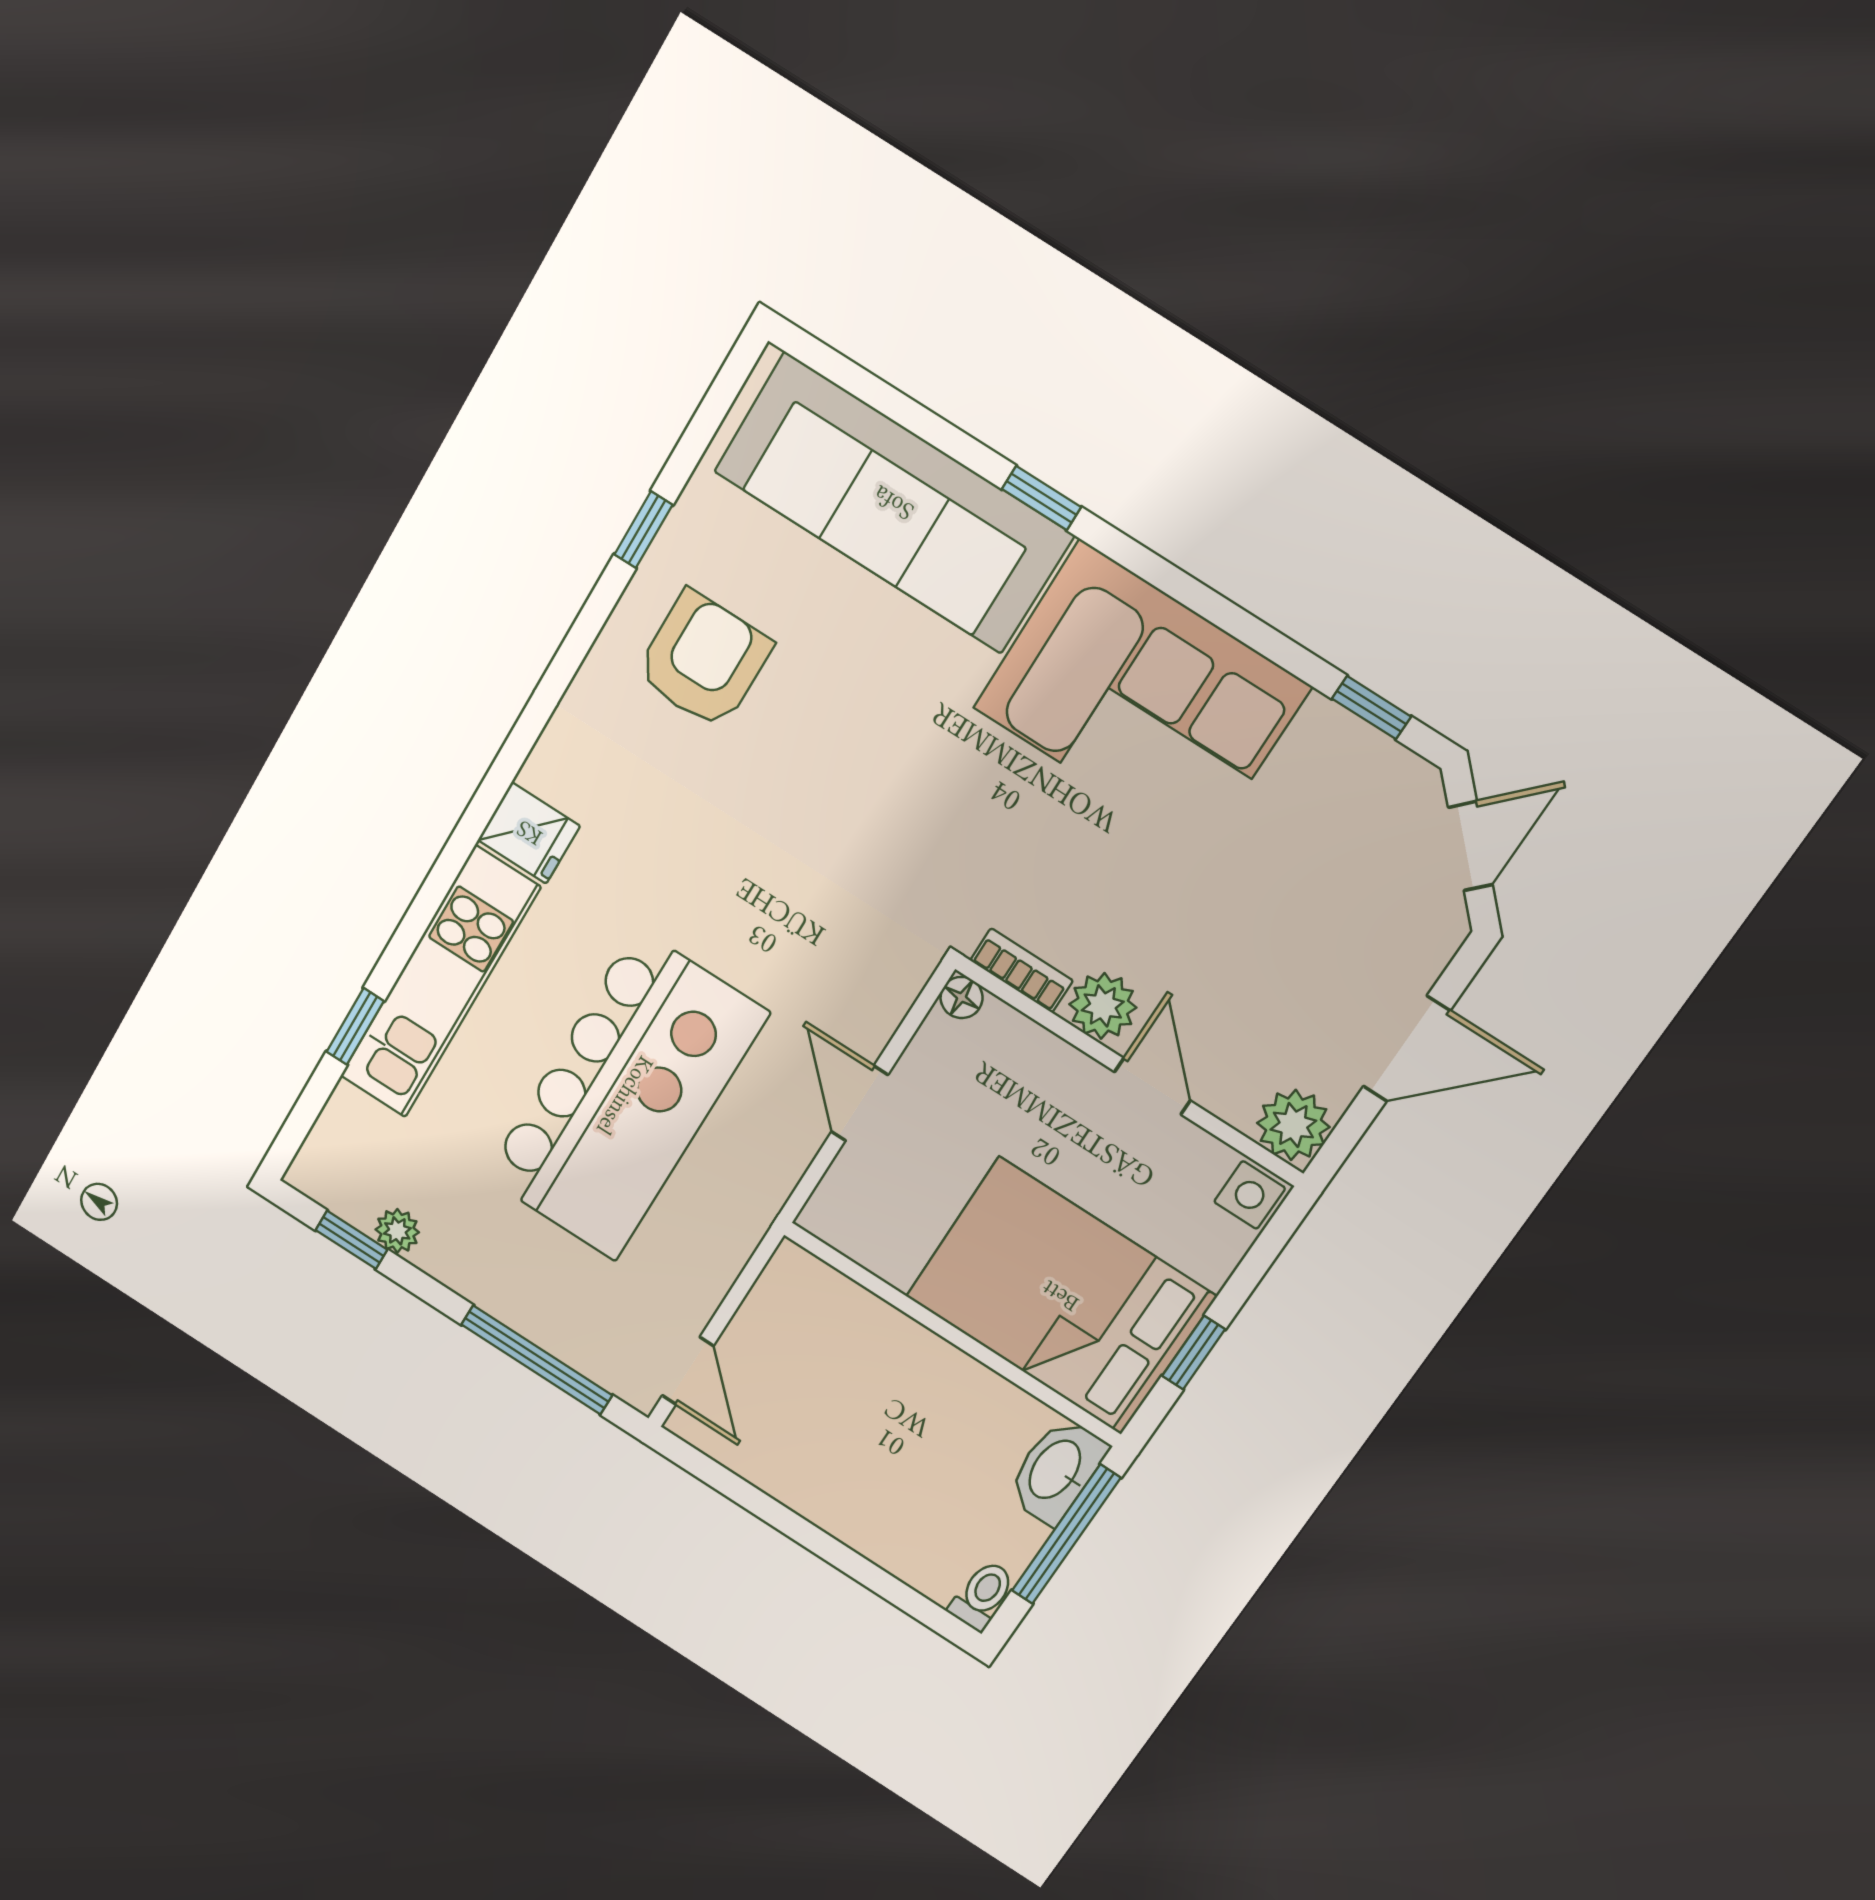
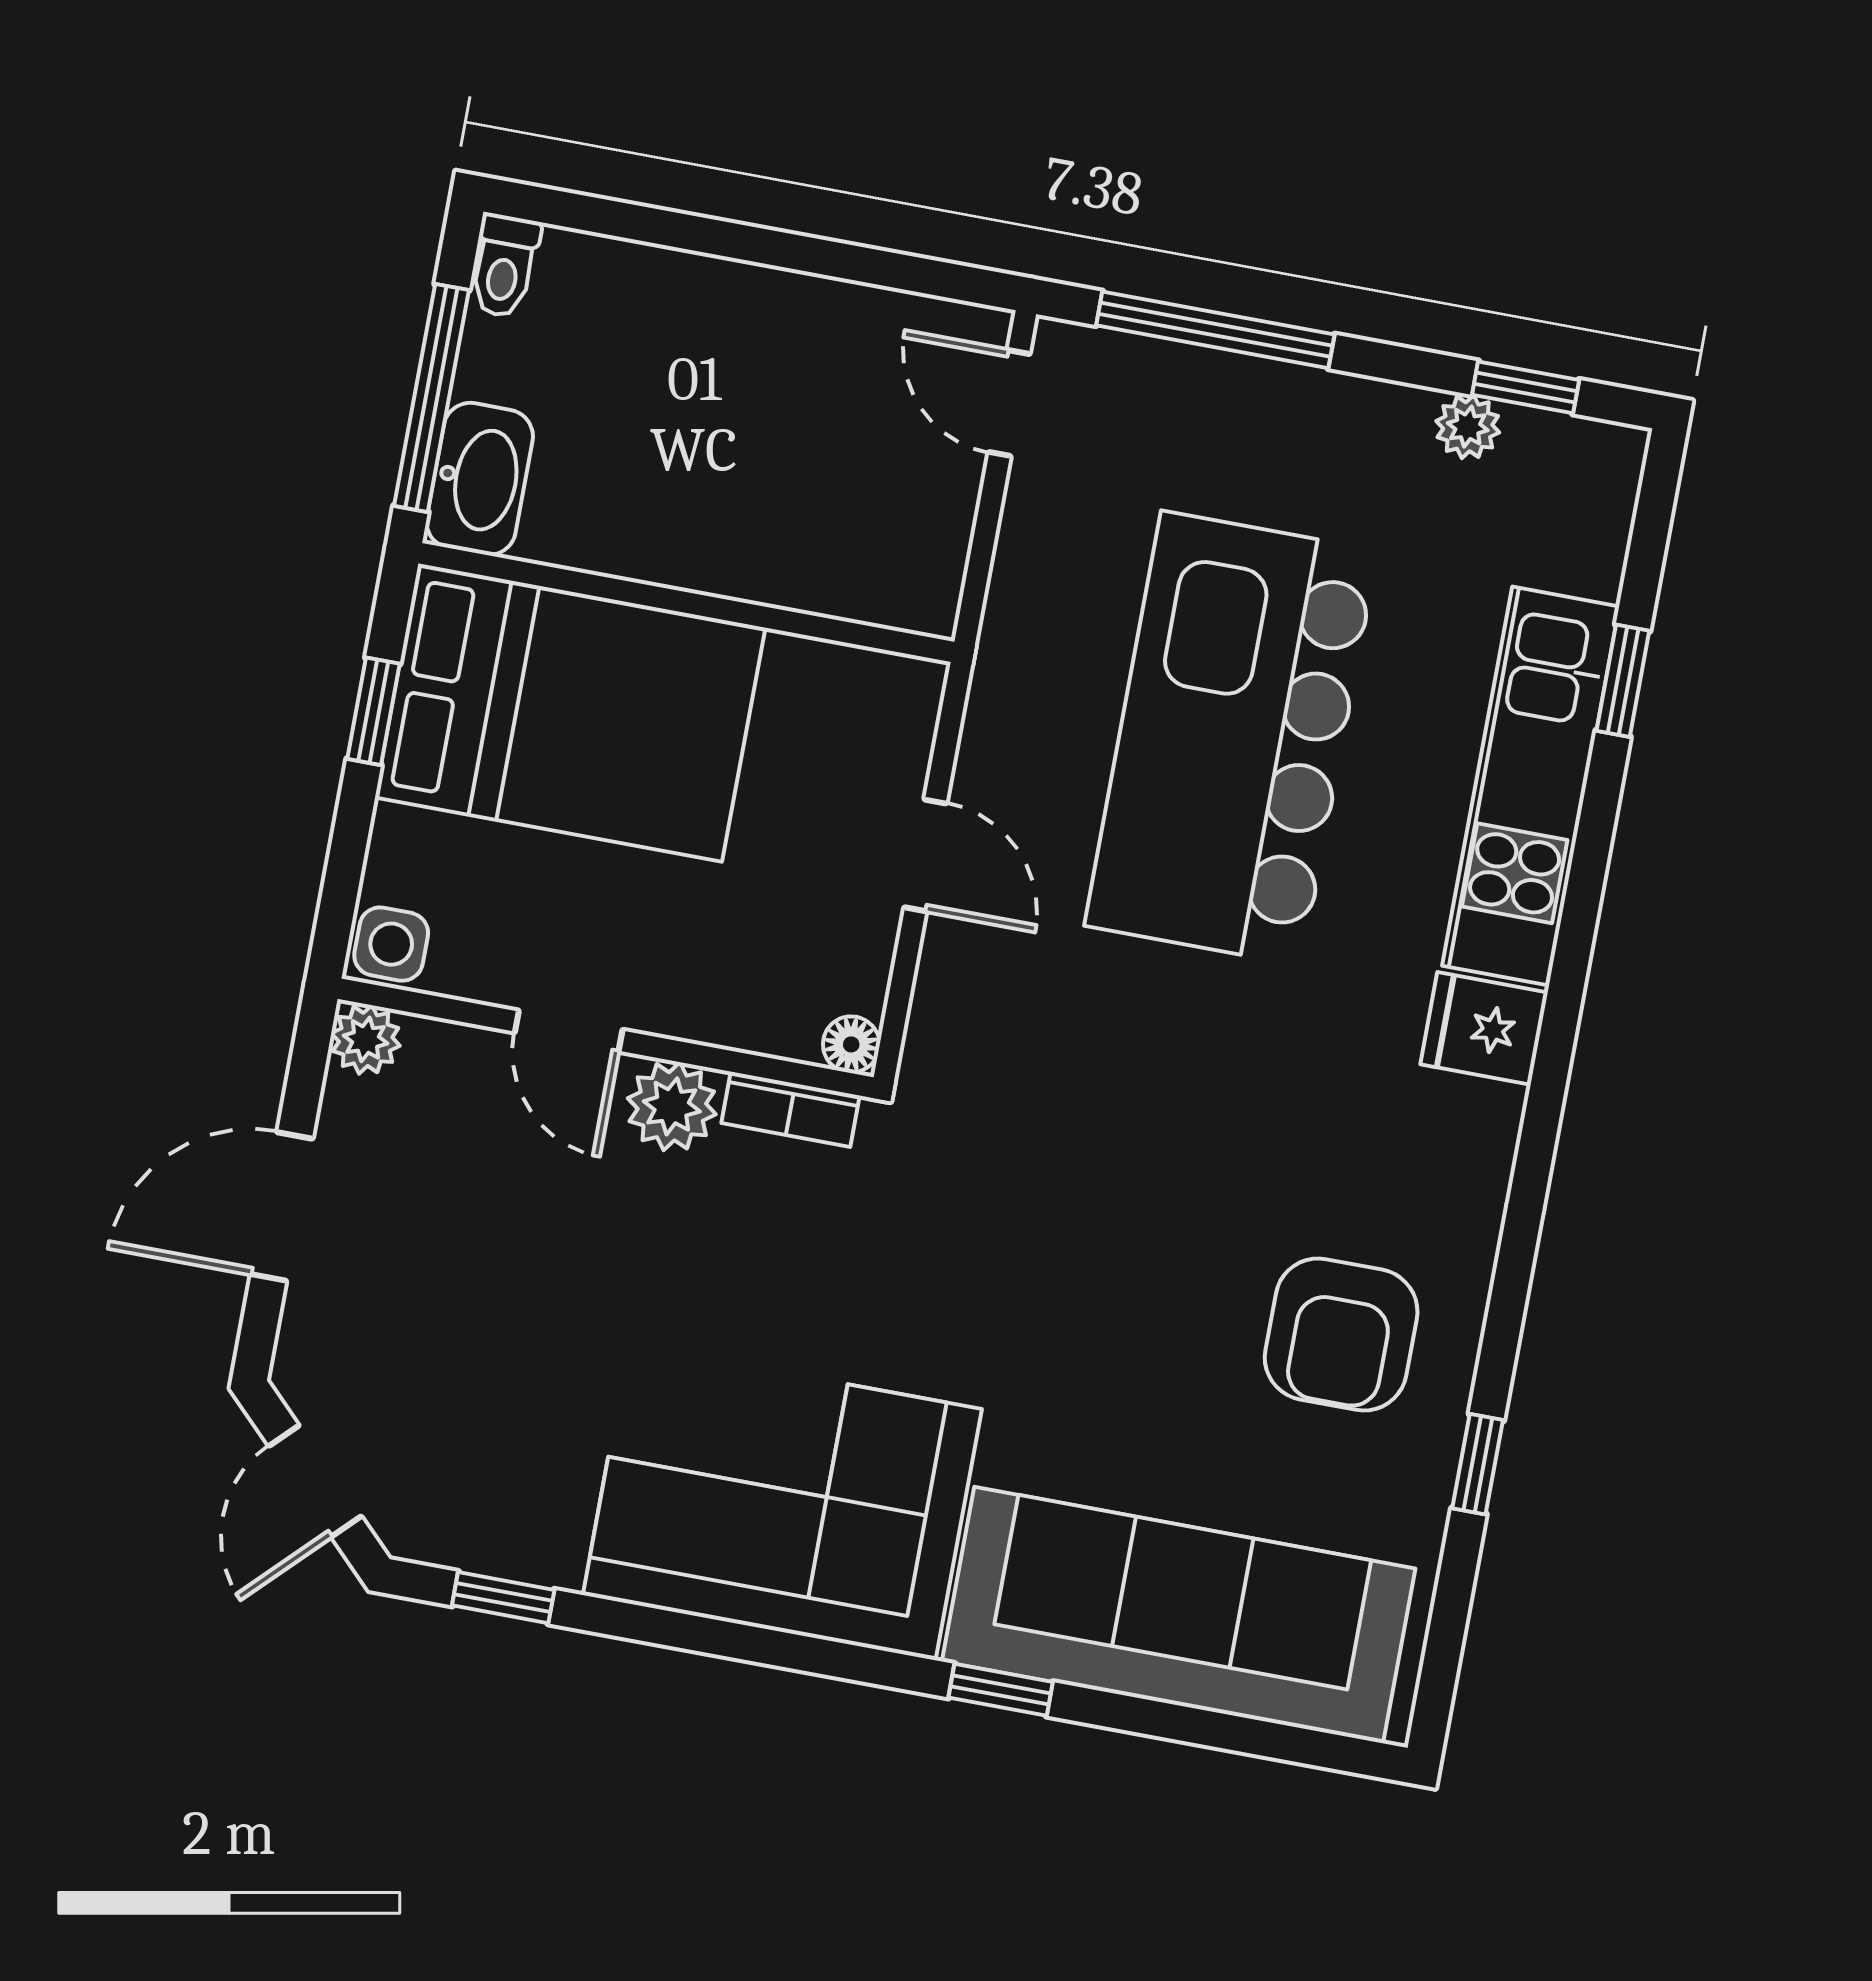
plant: (1293, 1125) -> (366, 1039), width x0.73, depth x0.73

